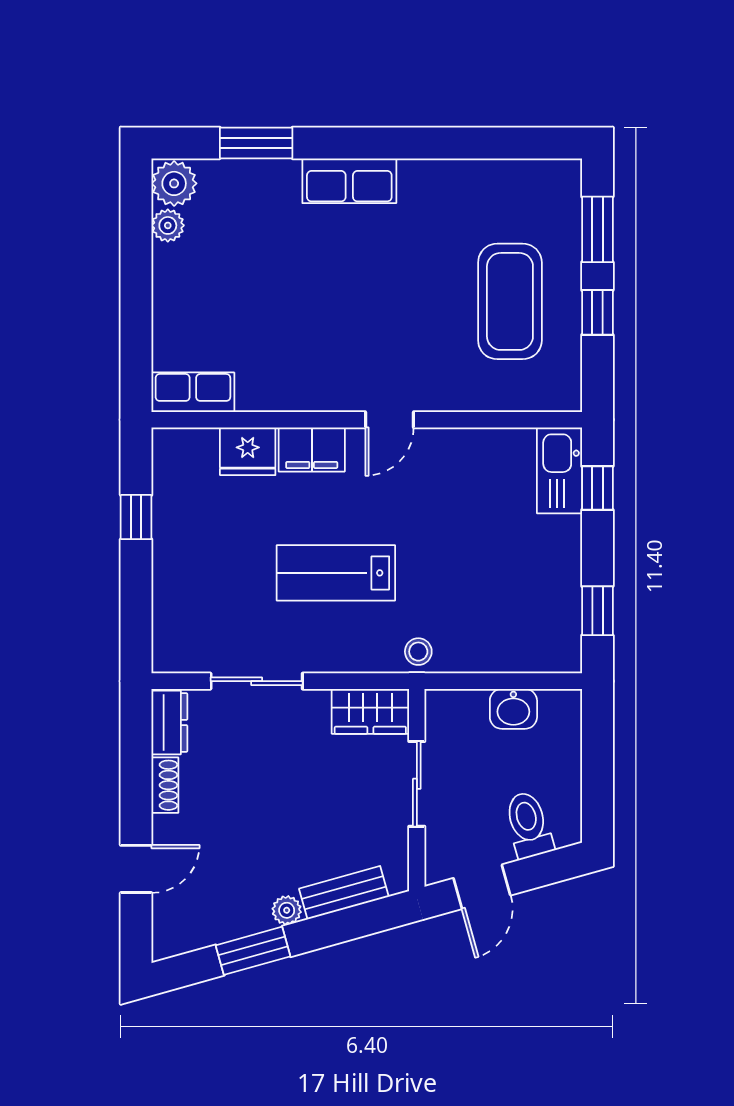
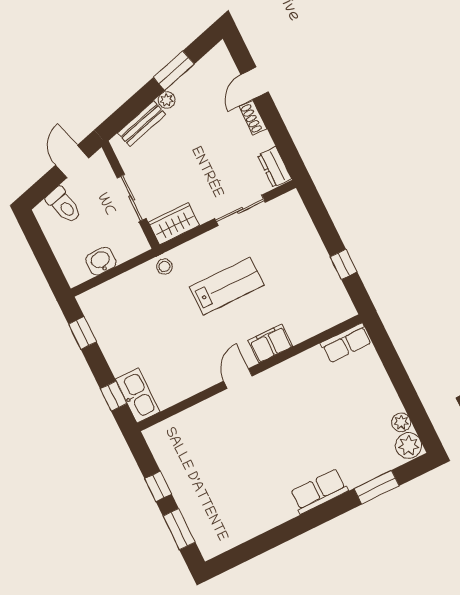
coffee table: (510, 301) -> (206, 470), removed
fridge: (248, 451) -> (303, 326), removed
shoe rack: (165, 785) -> (253, 118), moved

